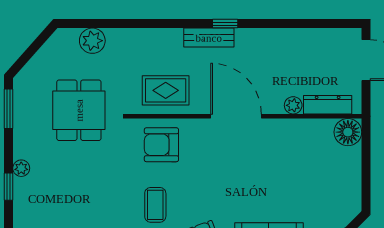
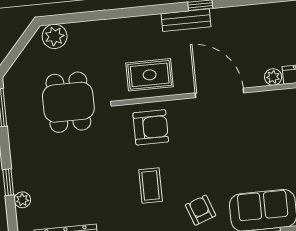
plant: (92, 41) -> (55, 36), moved
armchair: (161, 145) -> (151, 127), turned 180
plant: (21, 168) -> (22, 200), moved

